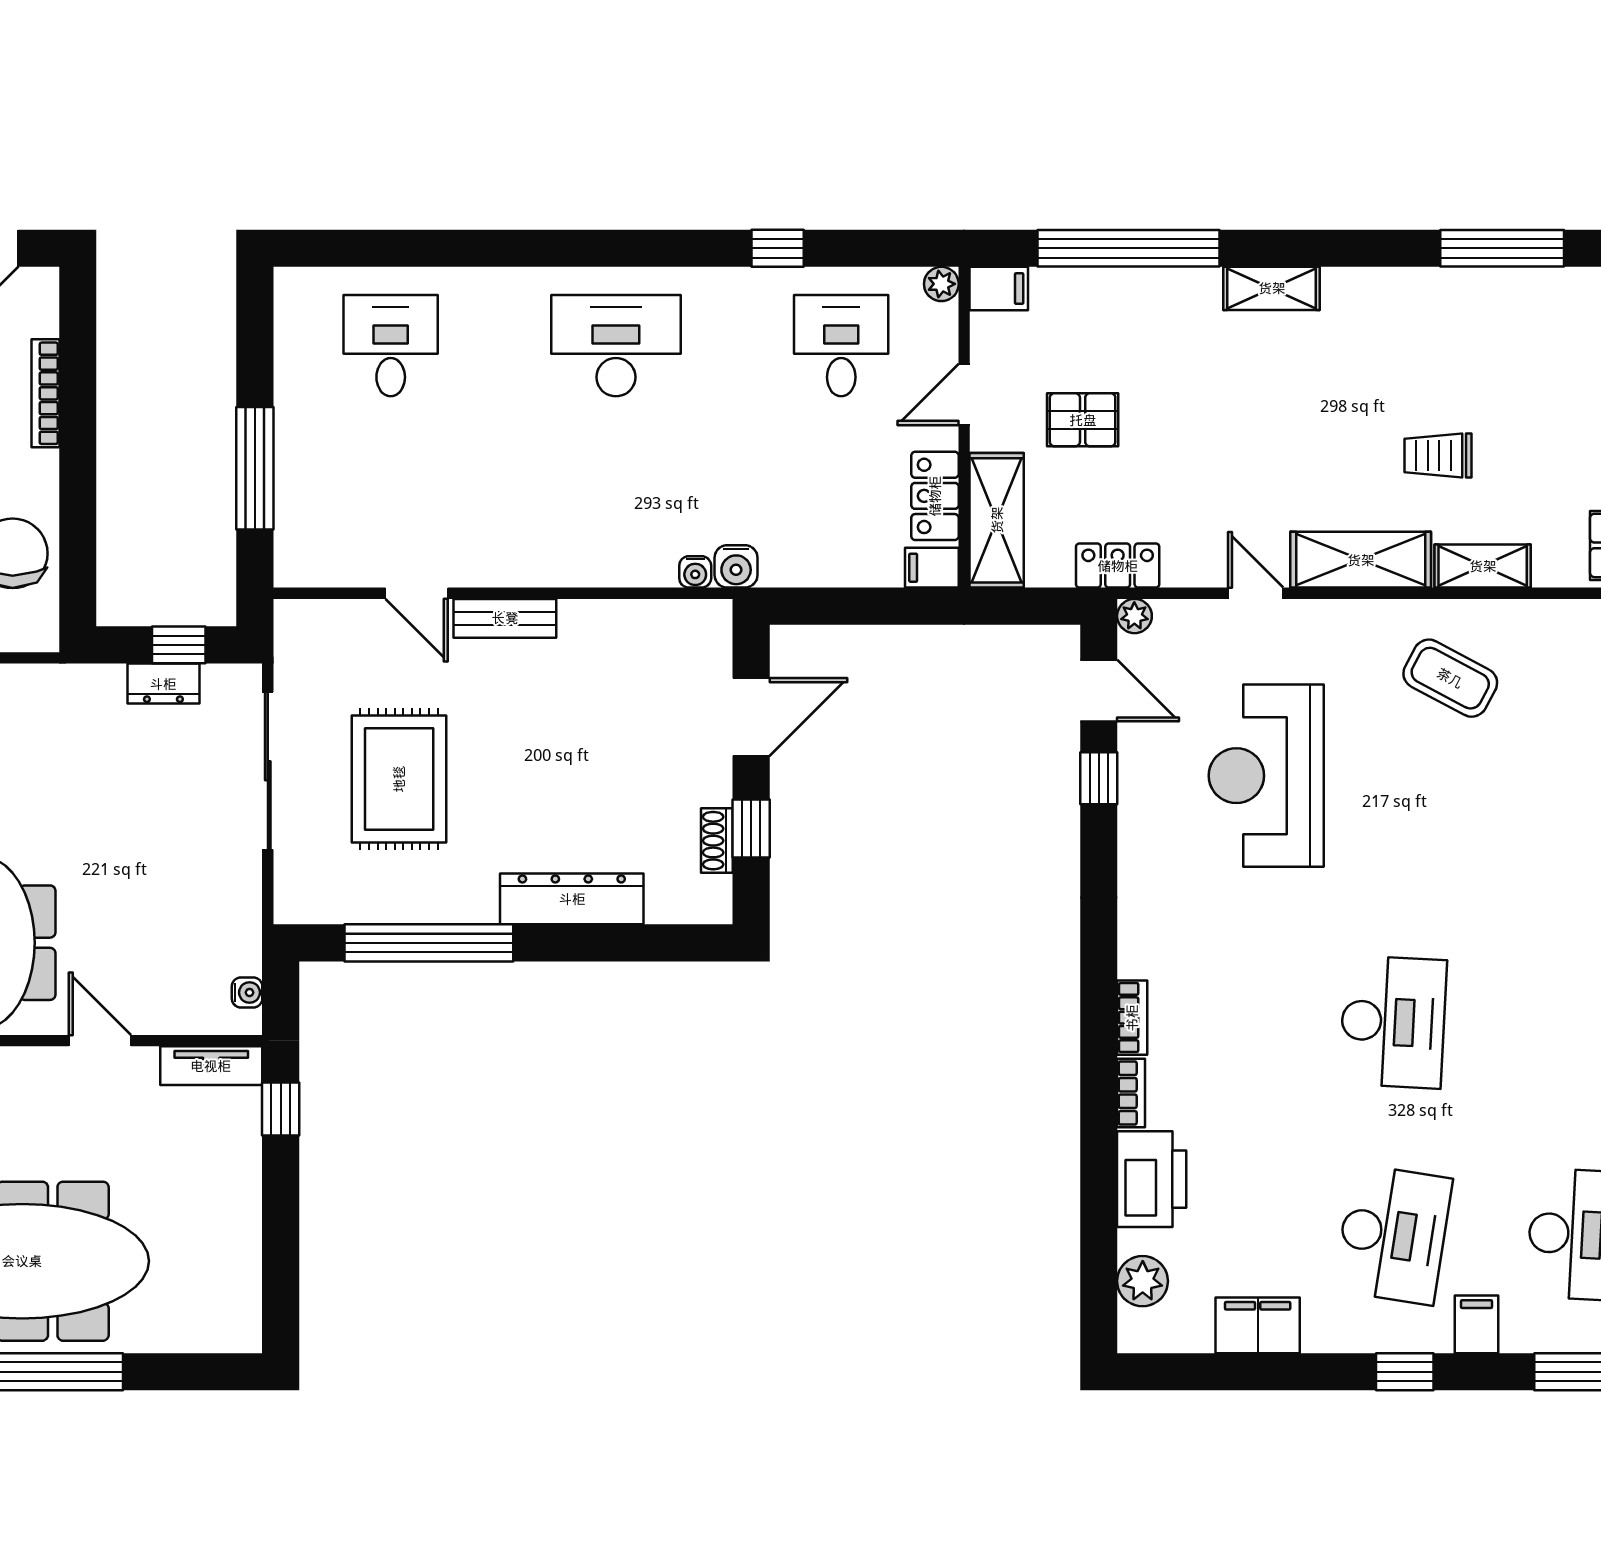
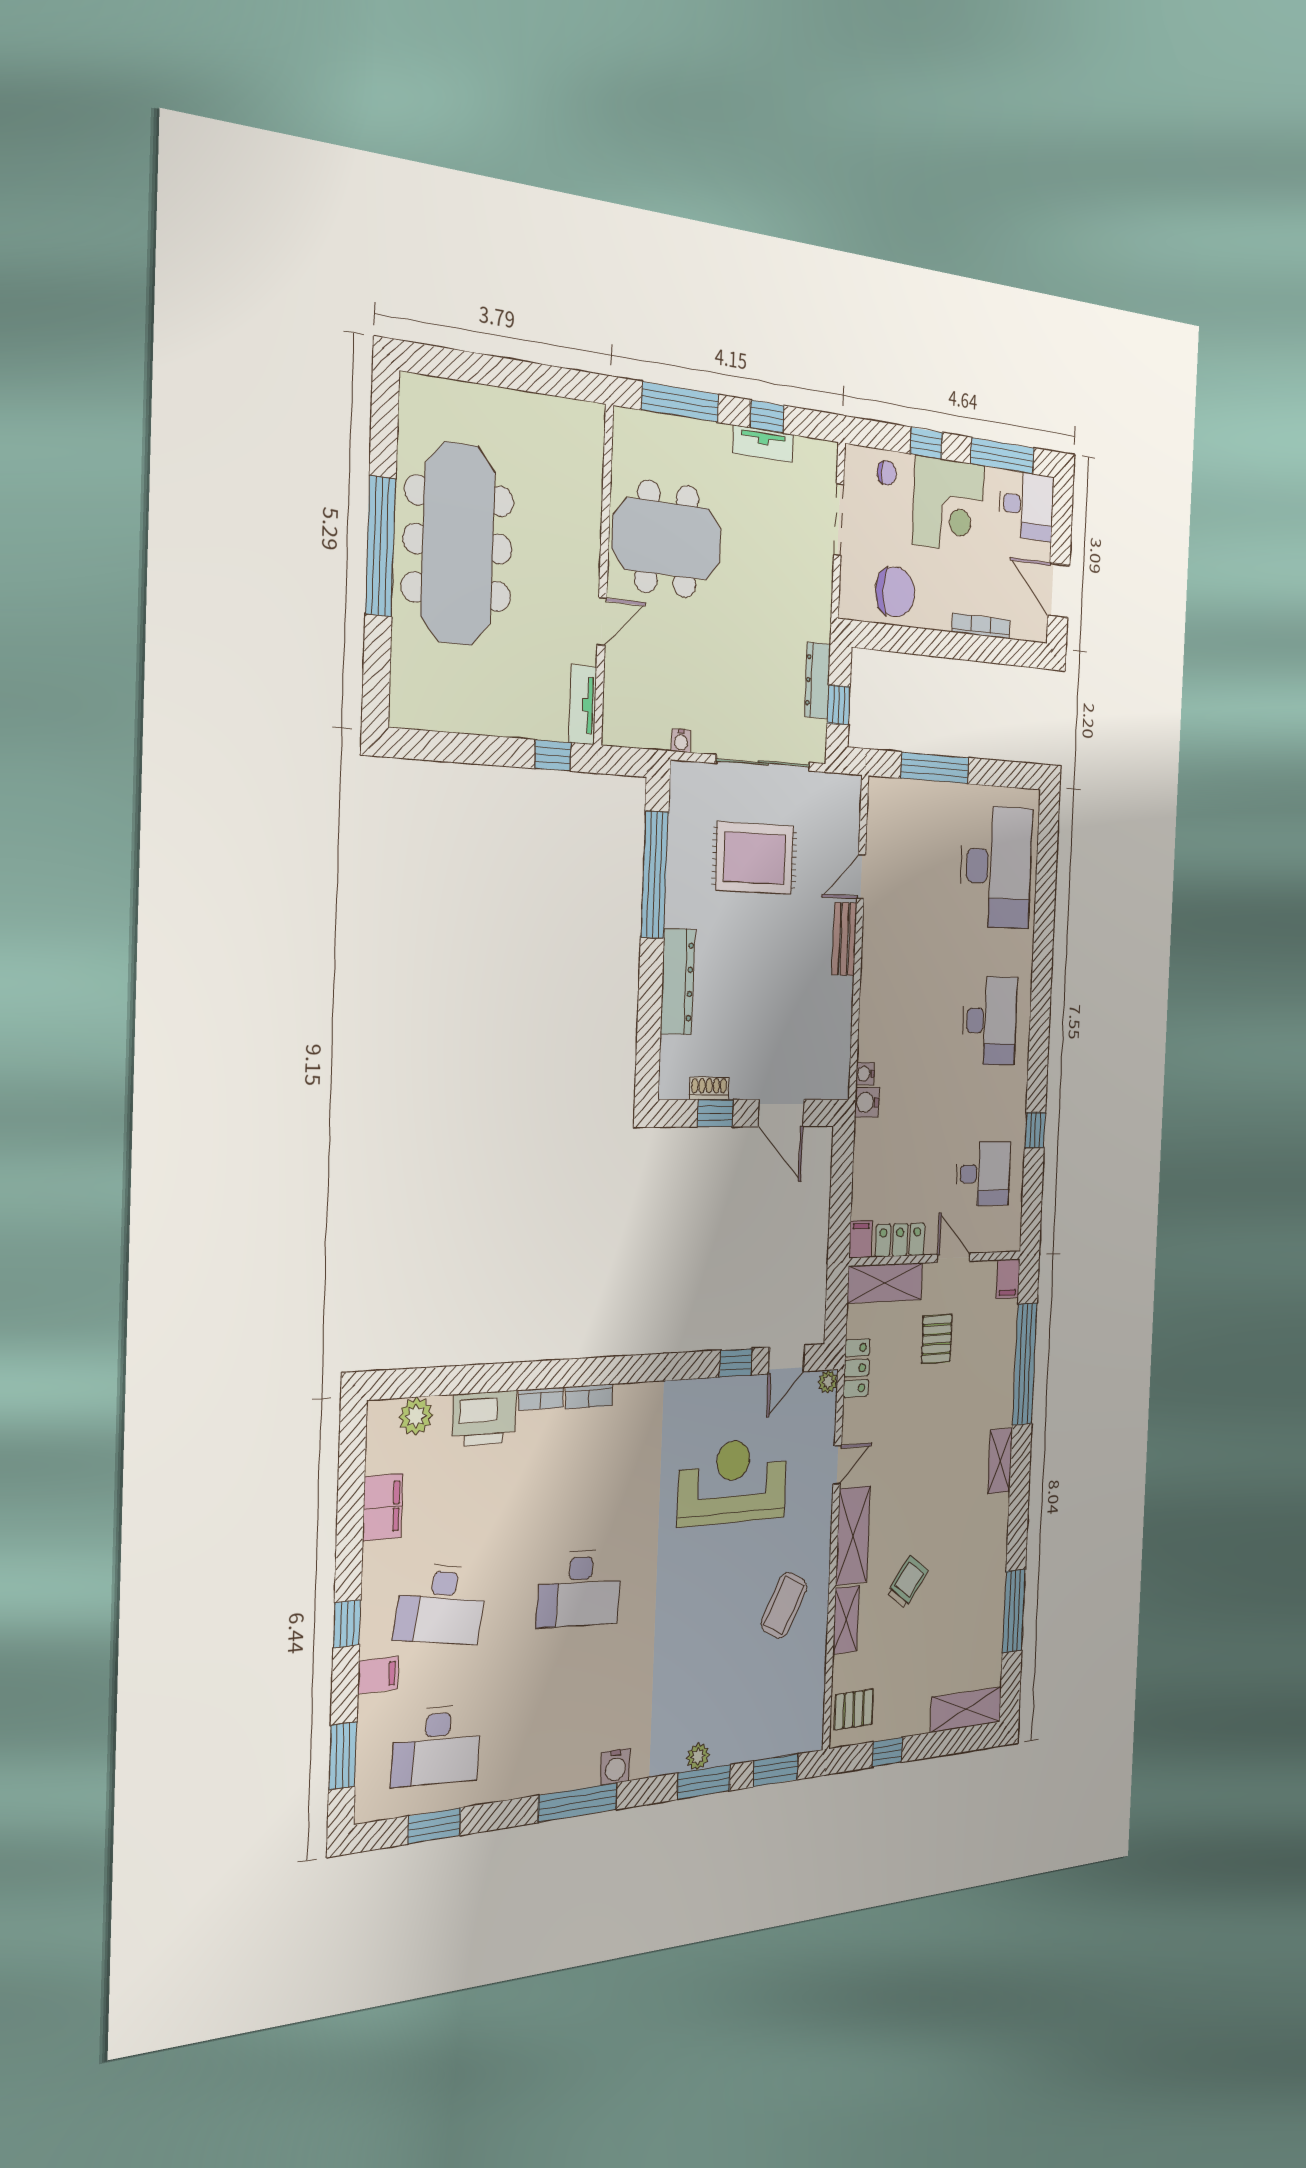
plant: (941, 284) -> (1012, 1240), removed
desk: (391, 346) -> (996, 867), width x1.87, depth x1.30
trolley: (1438, 455) -> (908, 1582), turned 37
dresser: (163, 684) -> (817, 680), width x1.44
water cooler: (247, 992) -> (681, 741), moved

